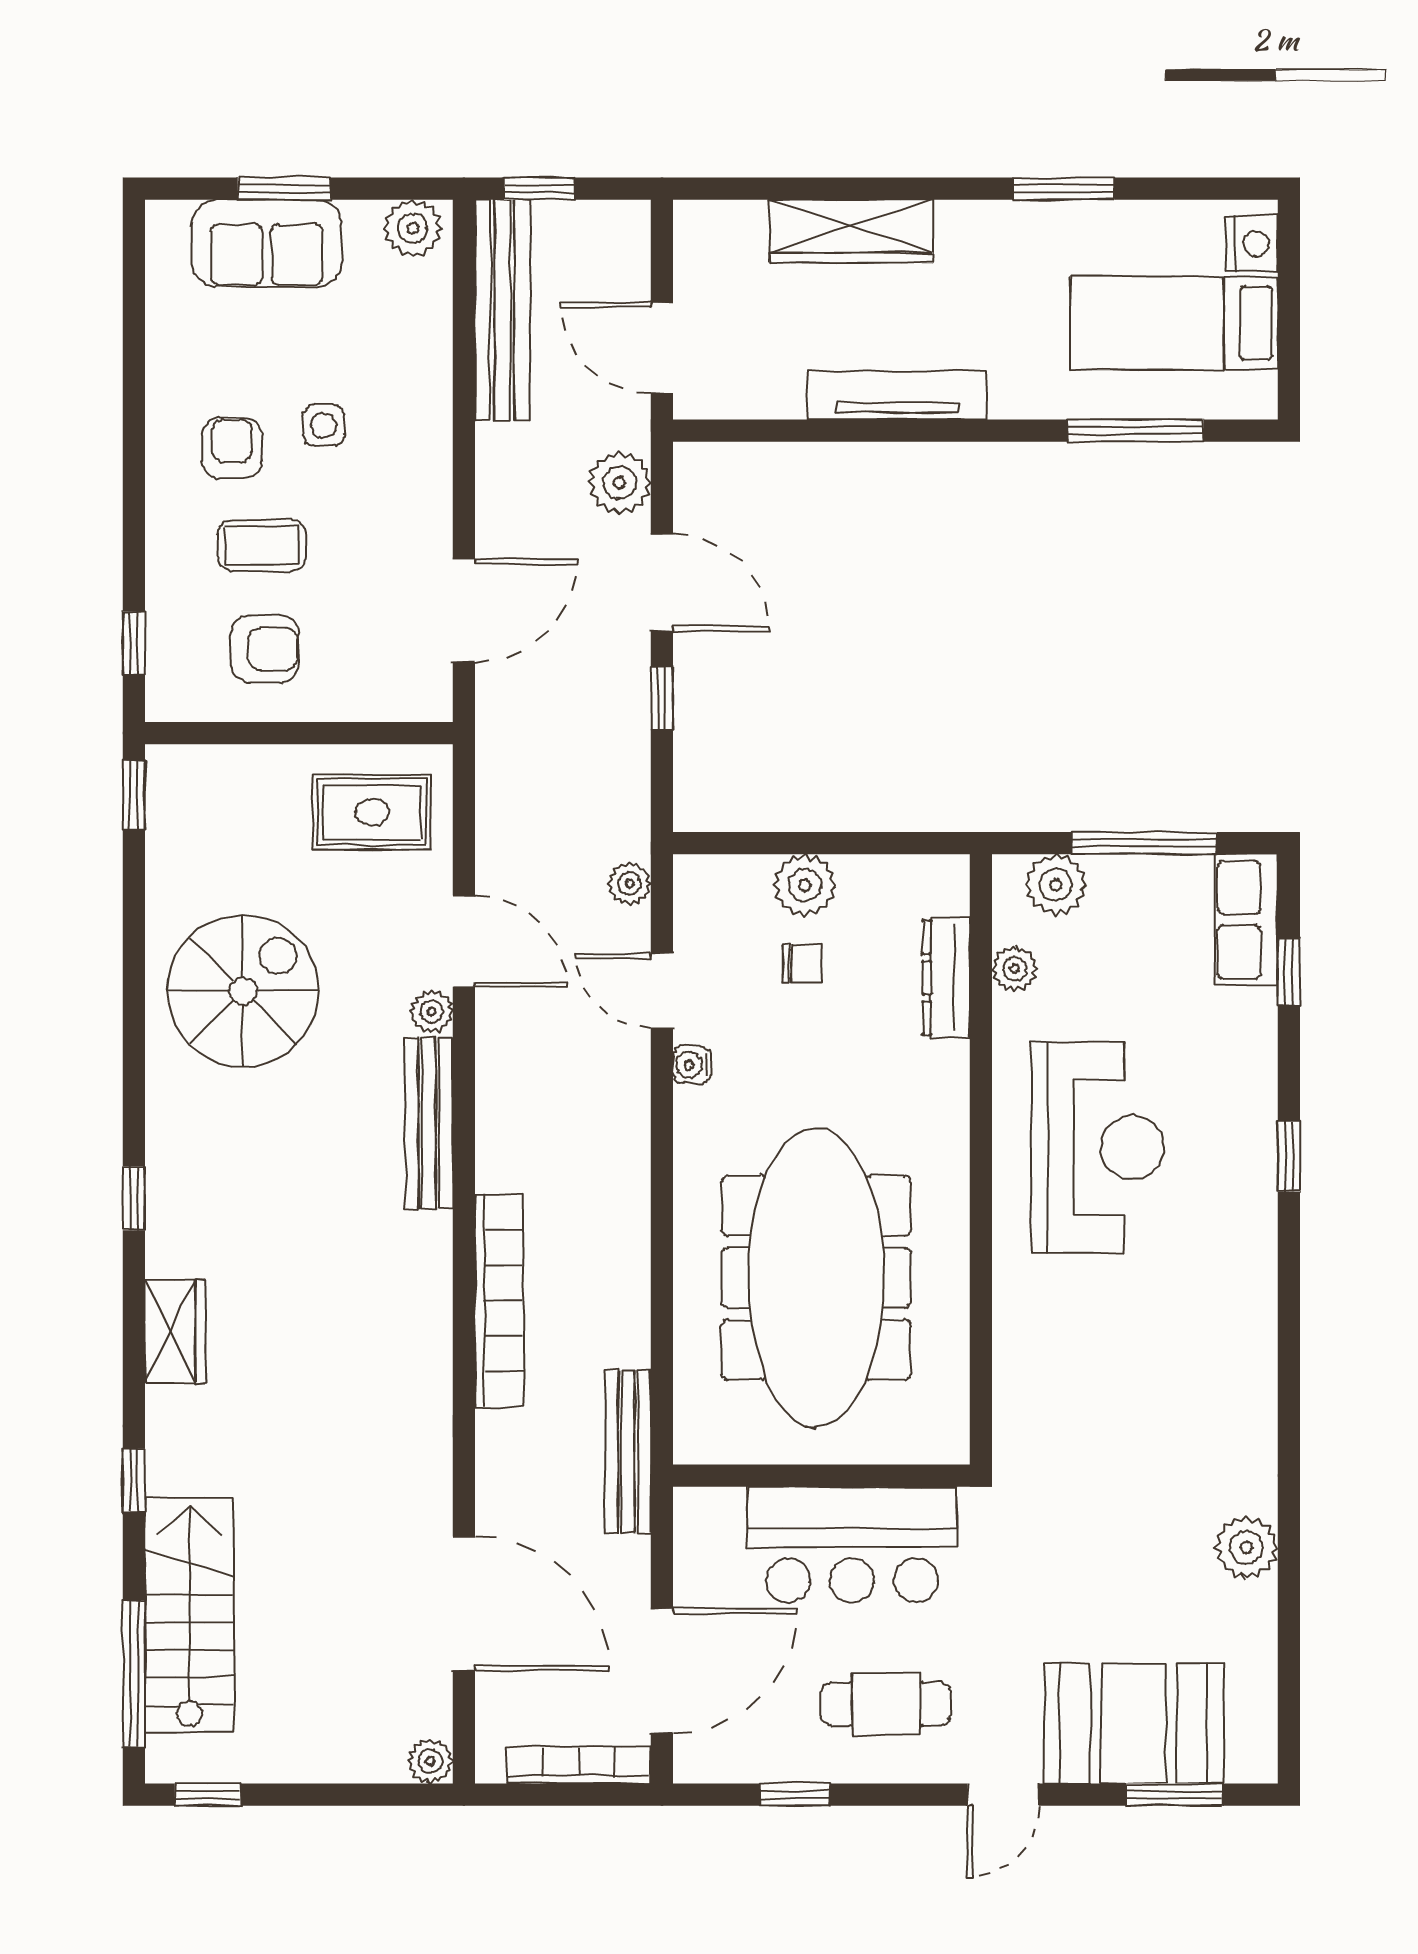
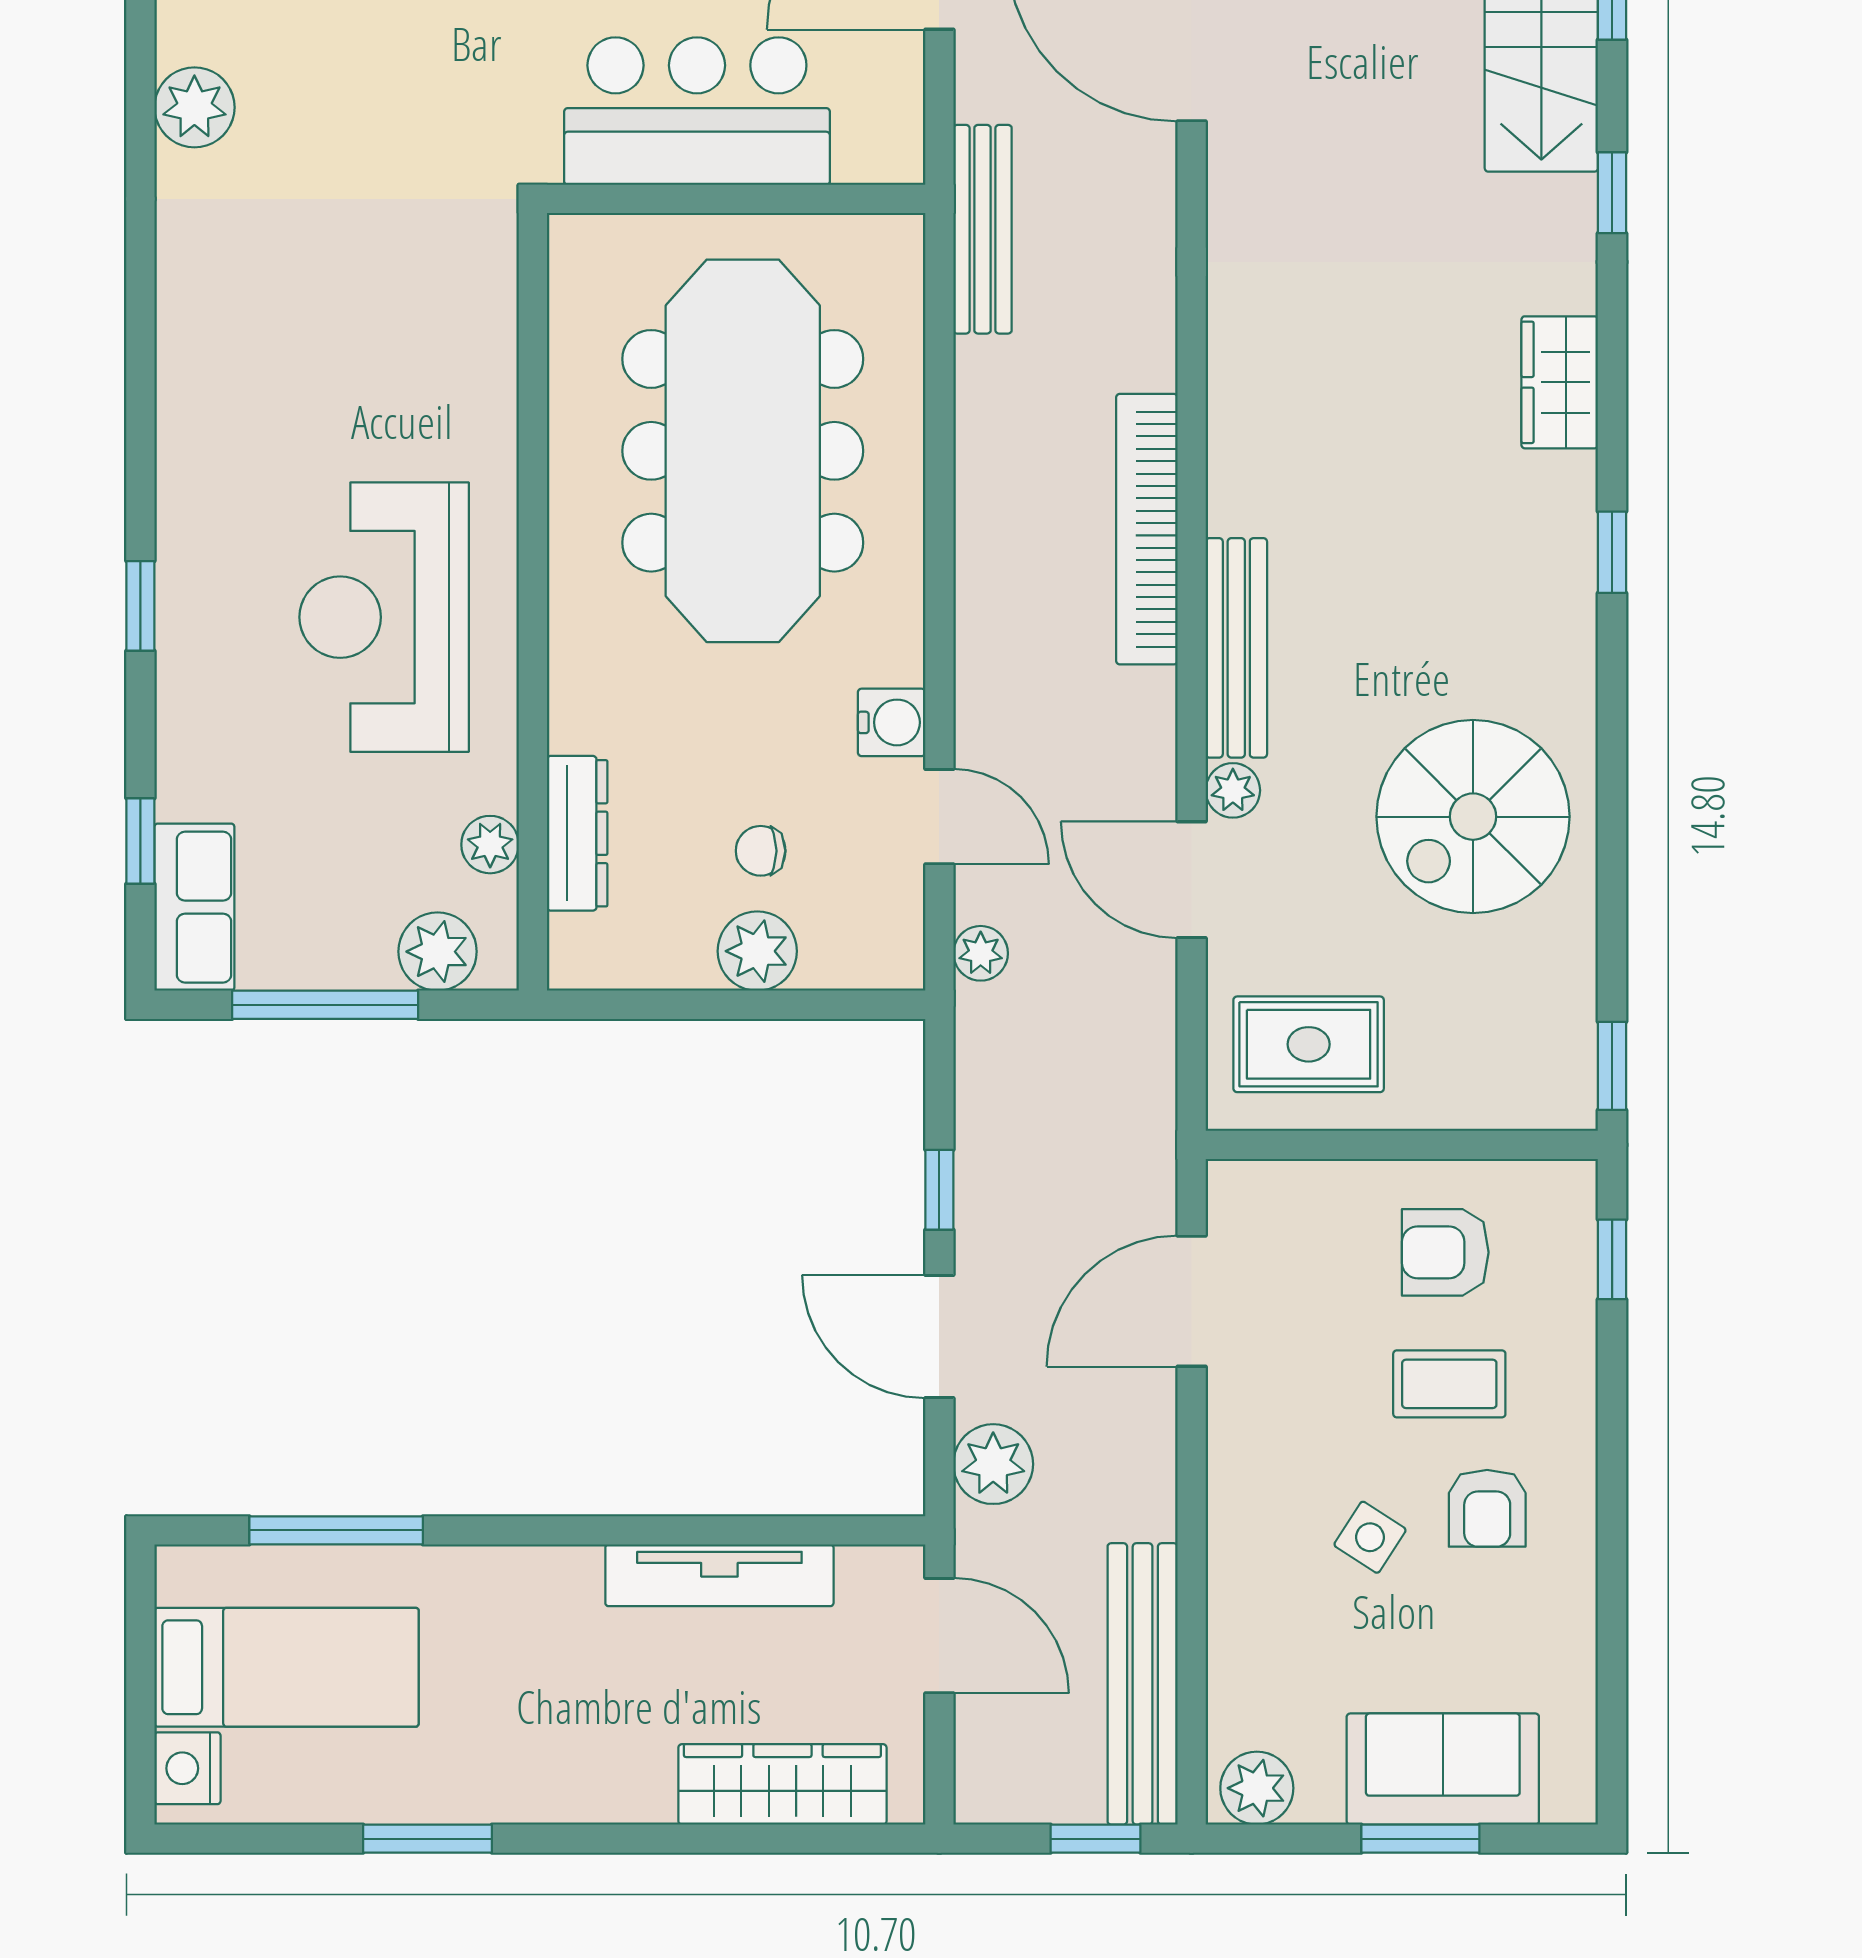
wardrobe: (851, 231) -> (782, 1784), moved
tv unit: (897, 395) -> (719, 1575), moved
side table: (324, 425) -> (1370, 1537), turned 33
water cooler: (692, 1065) -> (892, 722), width x1.38, depth x1.38
bookcase: (499, 1301) -> (1147, 529), moved

